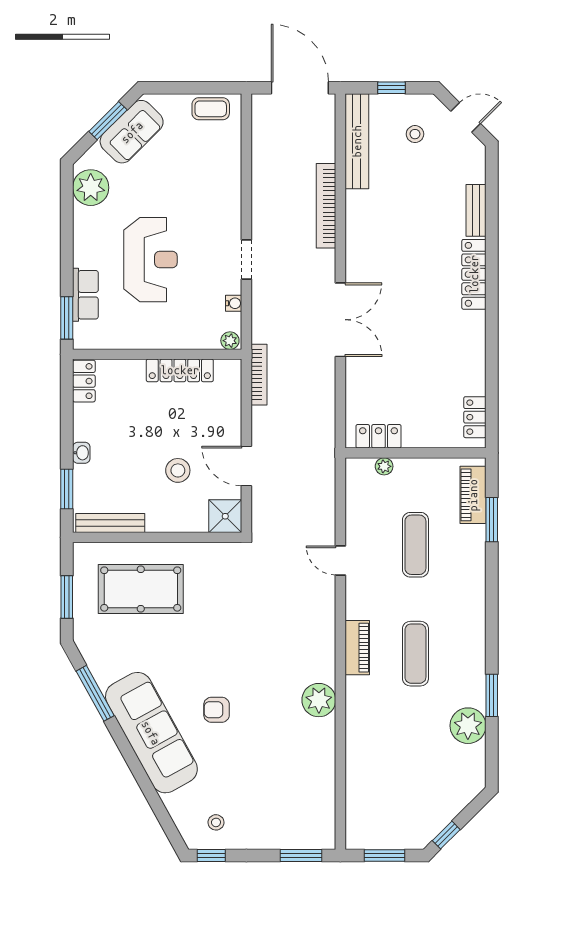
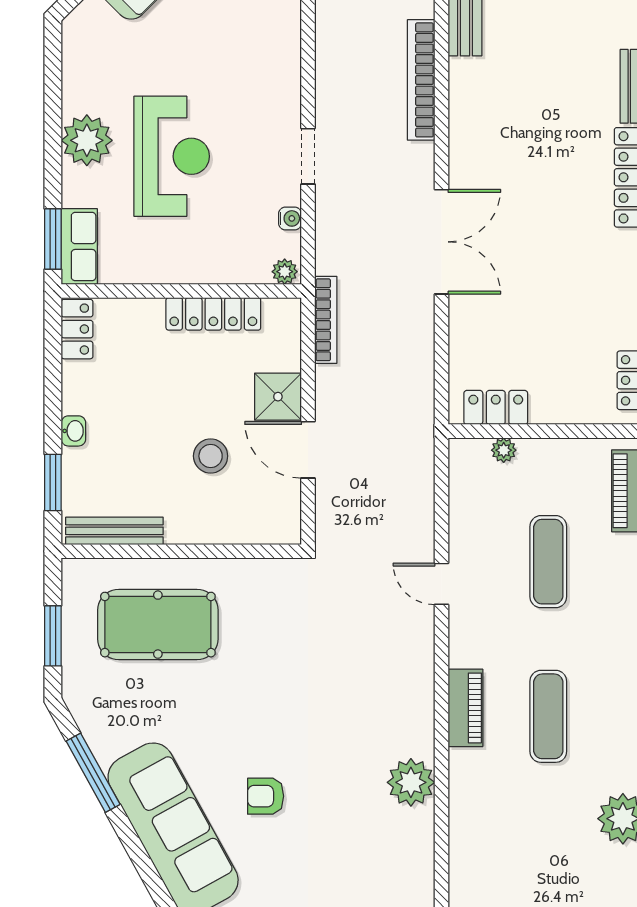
plant: (91, 188) -> (87, 140), moved
row of seats: (85, 295) -> (79, 247), moved
shower: (225, 516) -> (278, 397), moved

